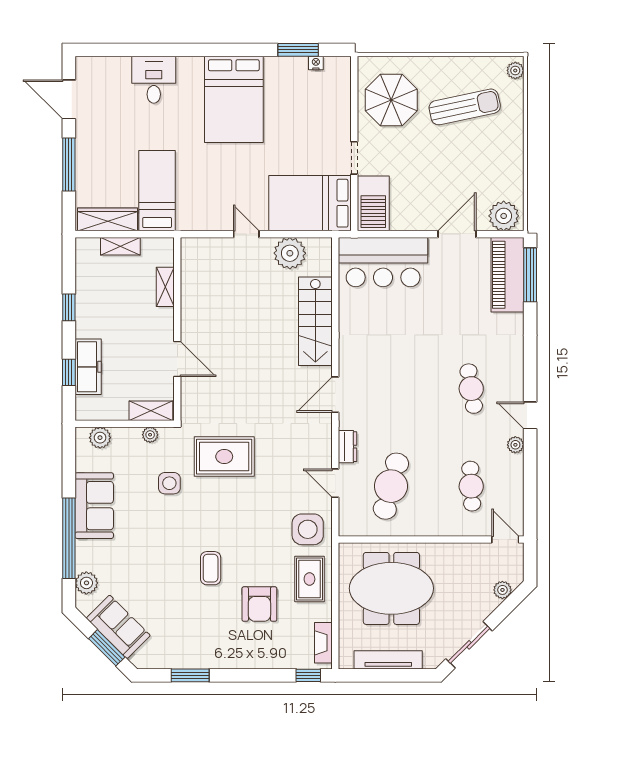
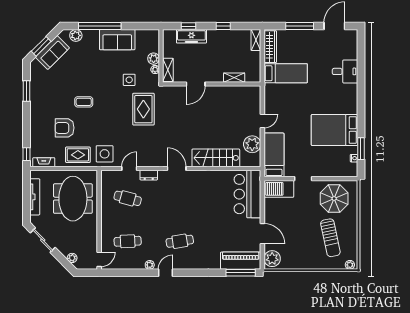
bed: (234, 99) -> (335, 130), moved
bed: (310, 203) -> (274, 155), width x0.67
shelving: (120, 246) -> (256, 40), moved
plant: (100, 438) -> (154, 59), moved
cafe table: (391, 486) -> (128, 198), width x0.73, depth x0.74

